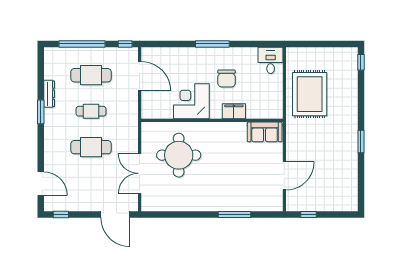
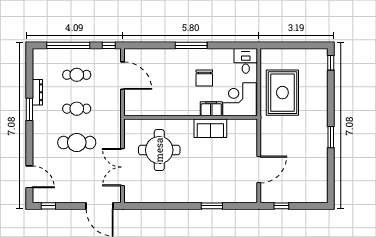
cafe table: (91, 75) -> (77, 75), width x0.73, depth x0.74
corner desk: (191, 101) -> (240, 99), moved
sofa: (265, 132) -> (210, 128), moved
window: (235, 214) -> (212, 206), width x0.69

